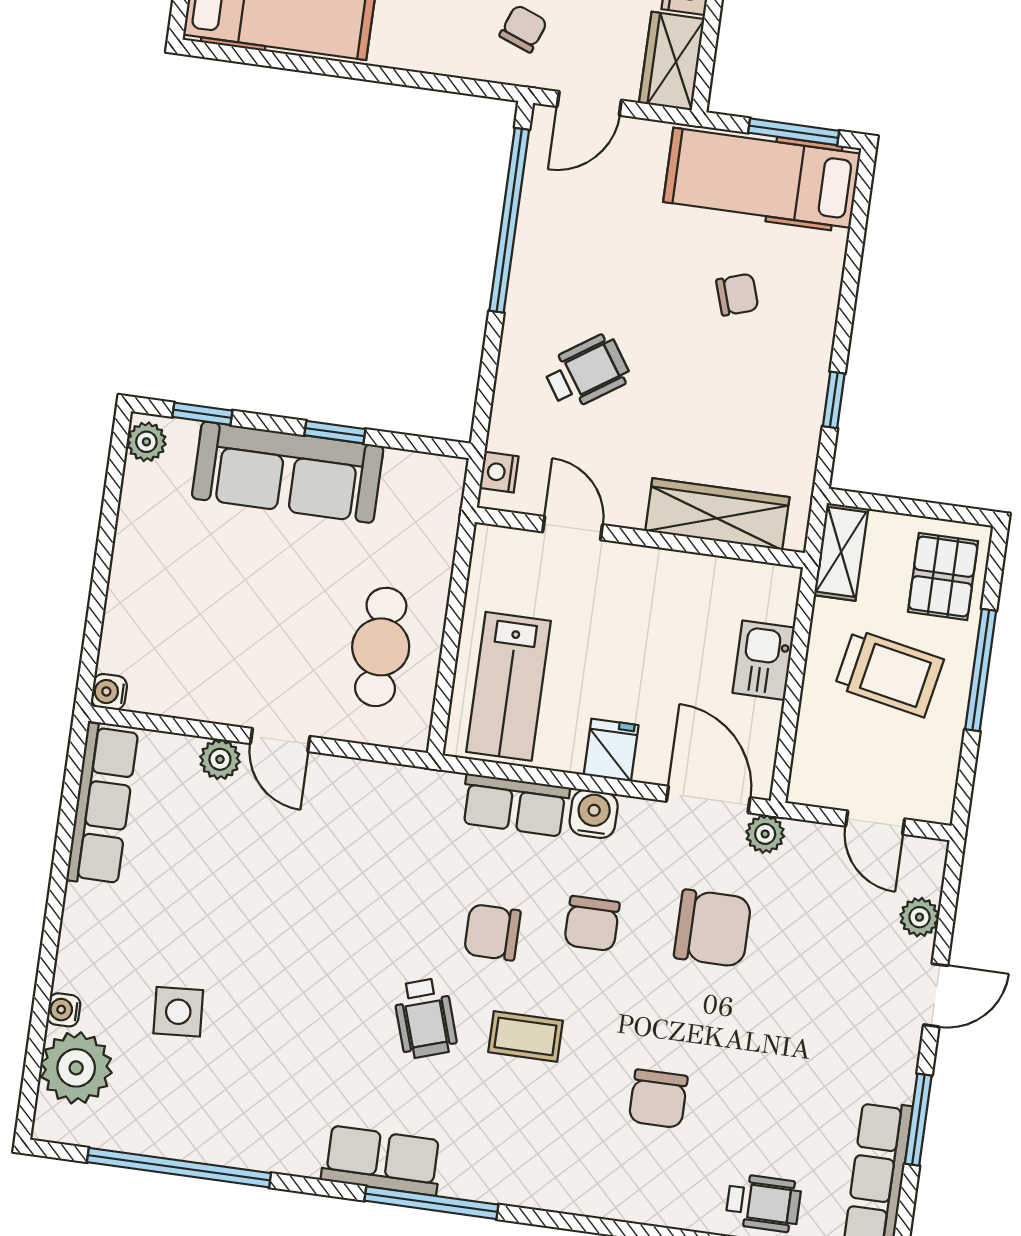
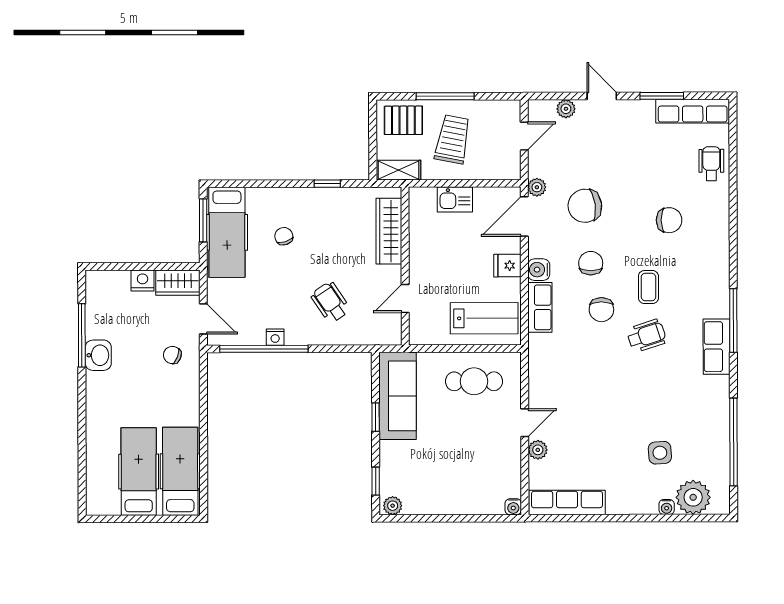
sofa: (288, 472) -> (398, 396), moved
nightstand: (499, 472) -> (275, 337), moved
chair: (592, 924) -> (591, 263), turned -90
chair: (713, 928) -> (585, 206), turned -98

